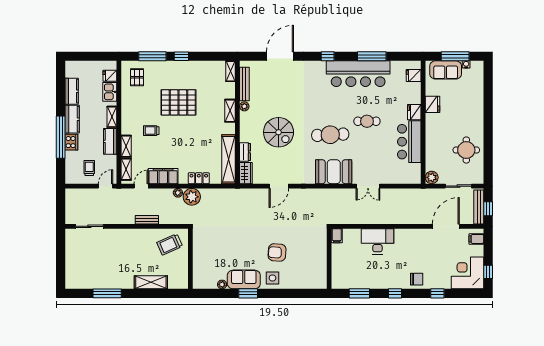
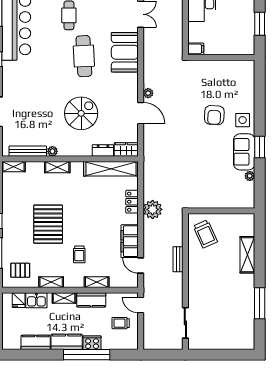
shelving: (126, 169) -> (51, 282), moved
plant: (178, 193) -> (148, 93), moved

